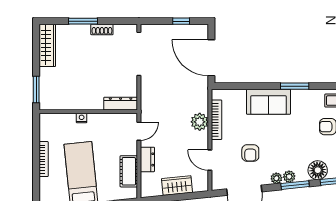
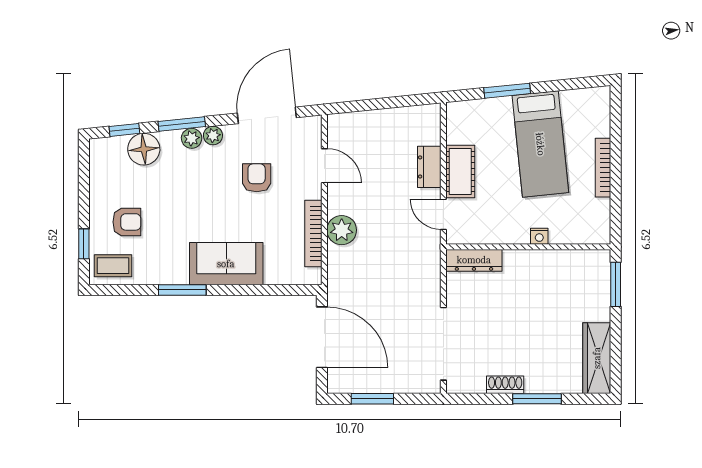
window: (181, 21) -> (372, 399), width x1.50
door: (139, 131) -> (443, 214), hinge flipped
cot: (129, 171) -> (460, 172), moved
wardrobe: (177, 186) -> (379, 123), removed

